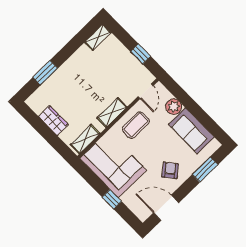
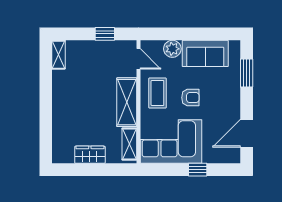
window: (45, 73) -> (46, 124), removed
shelving: (112, 113) -> (127, 102), width x1.50, depth x1.33
armchair: (170, 170) -> (190, 98), moved, turned 129

